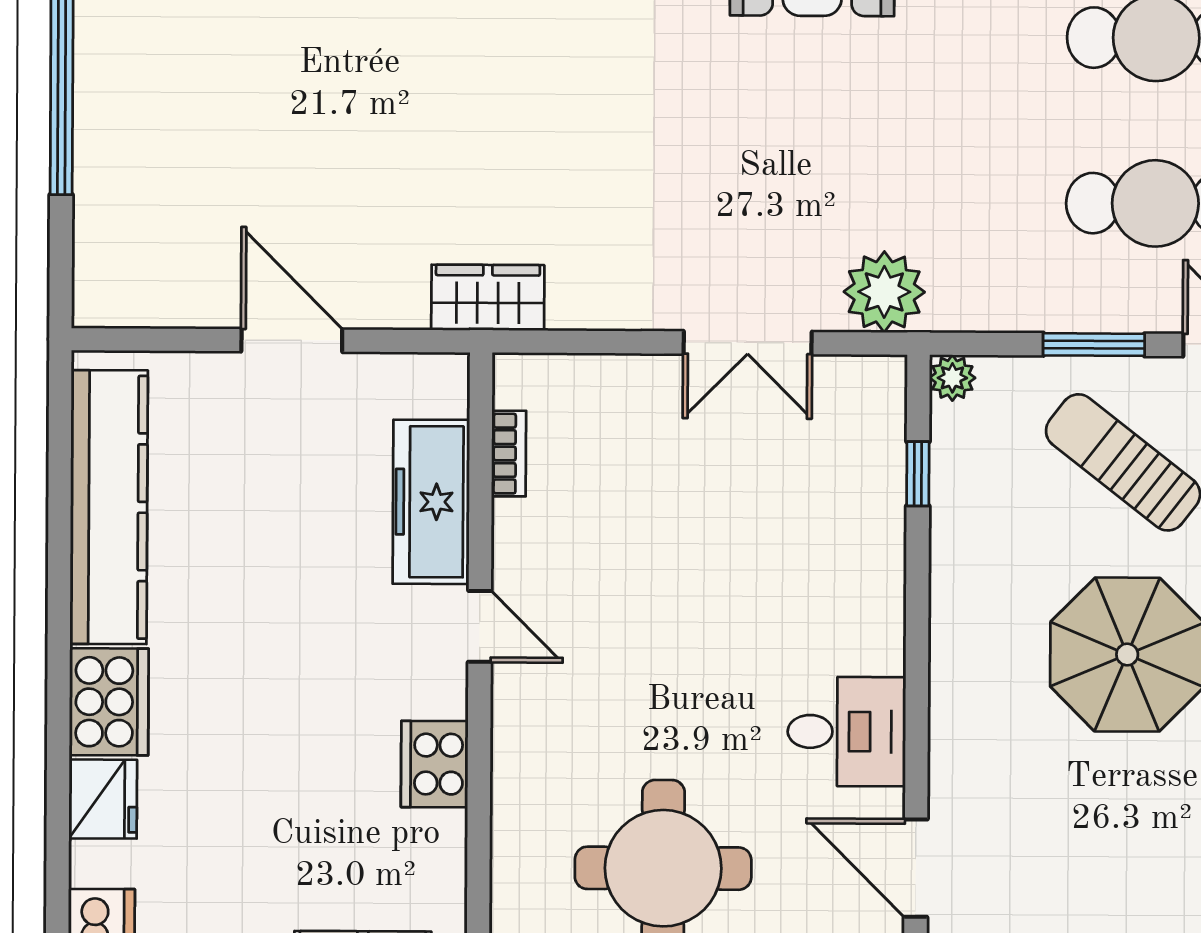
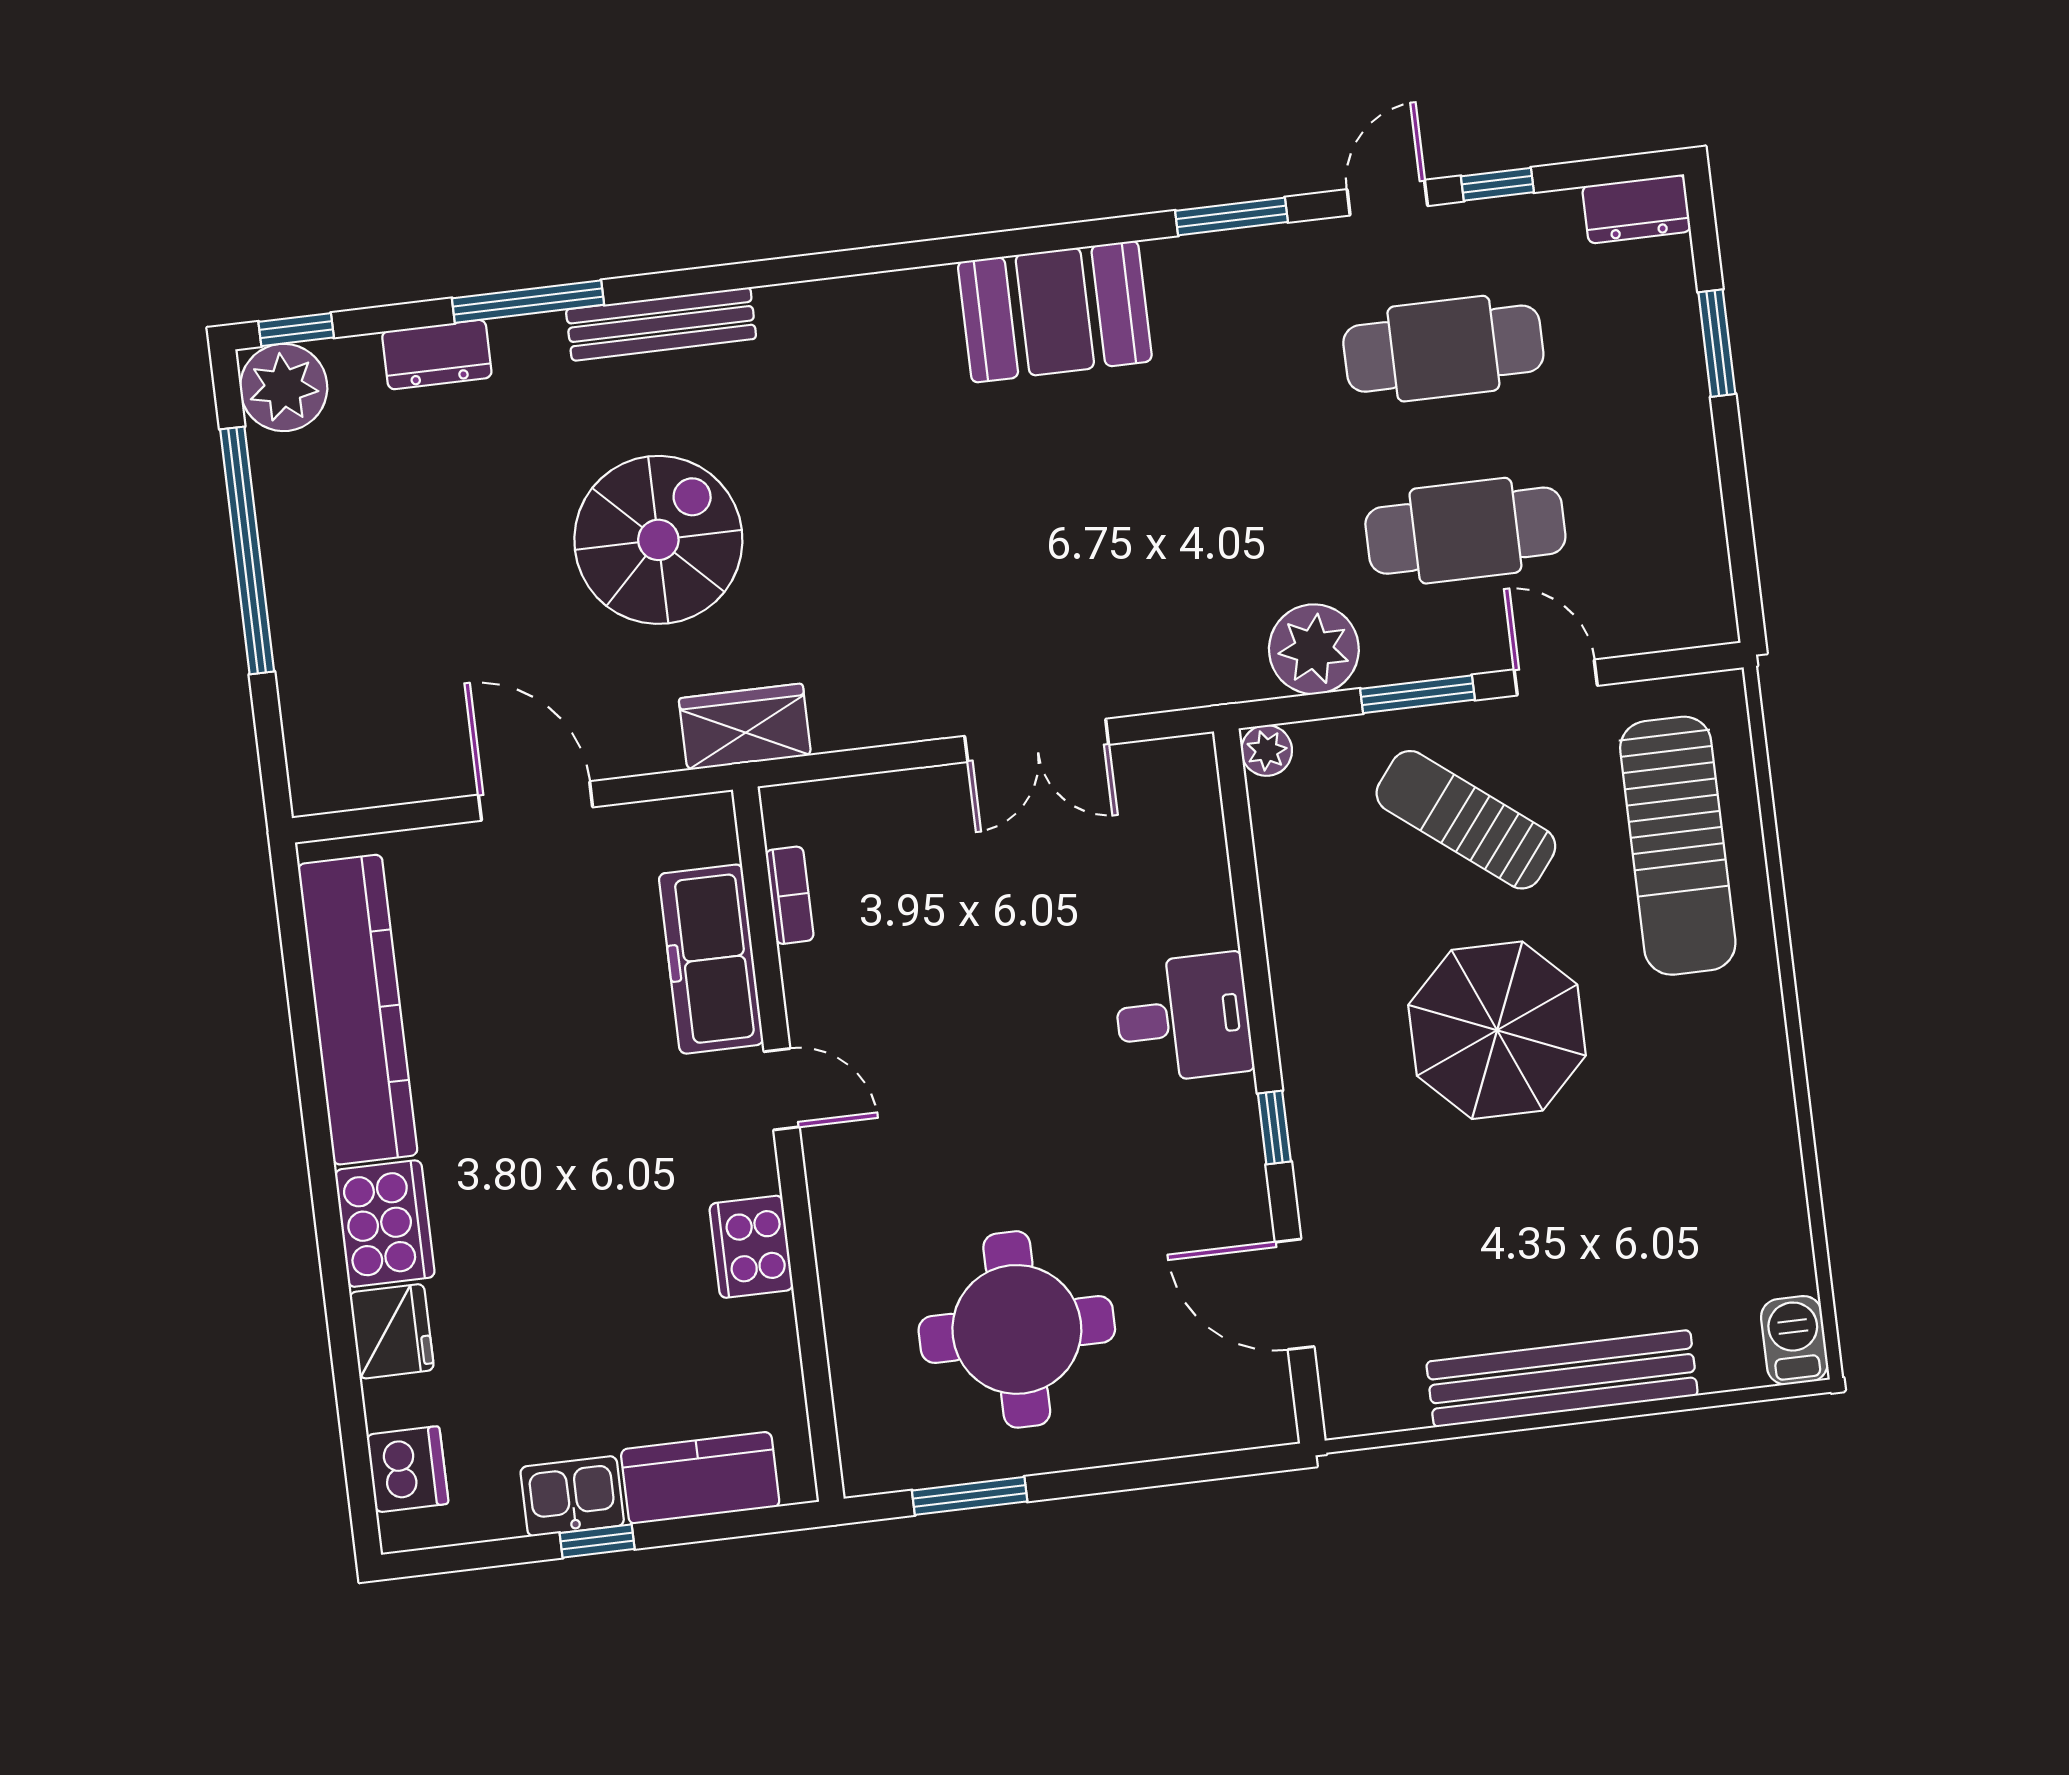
spiral stairs: (431, 120) -> (658, 540), added
plant: (884, 292) -> (1314, 649), moved
window: (918, 474) -> (1274, 1127), moved
desk: (847, 732) -> (1183, 1018), moved

